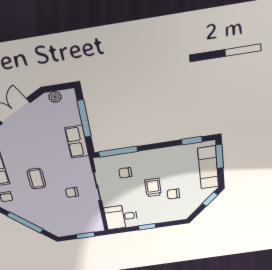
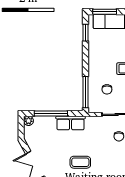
plant: (55, 97) -> (29, 121), moved
coffee table: (36, 179) -> (80, 162), moved

